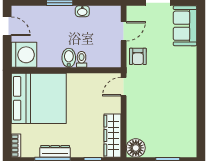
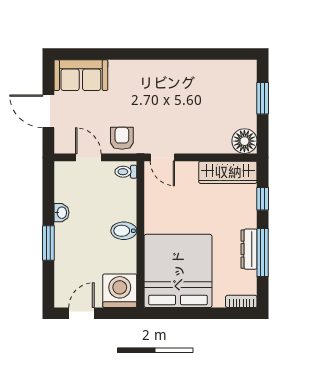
armchair: (138, 56) -> (122, 138), turned -90
toilet: (82, 59) -> (126, 172), moved

